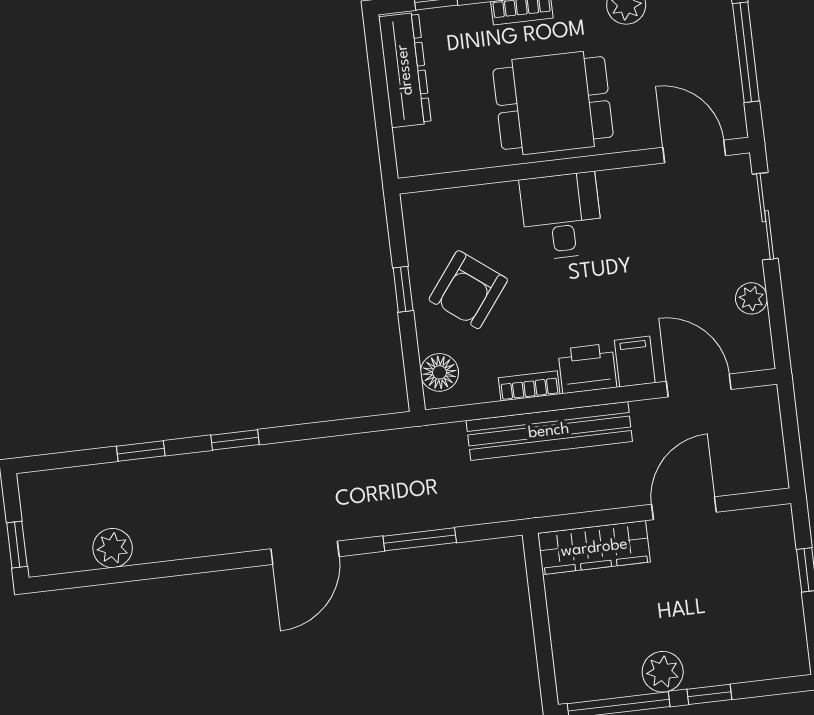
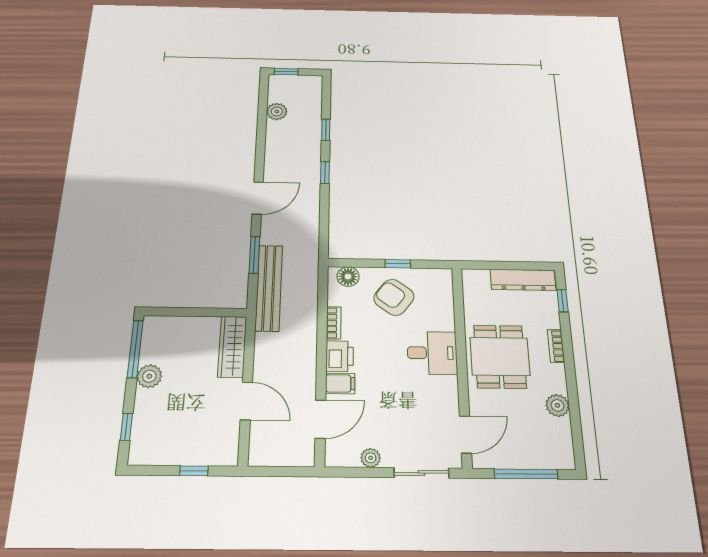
bench: (549, 431) -> (269, 288), moved
door: (305, 553) -> (258, 198), swing flipped
window: (709, 694) -> (126, 427), moved

